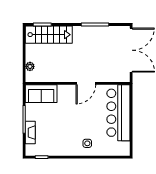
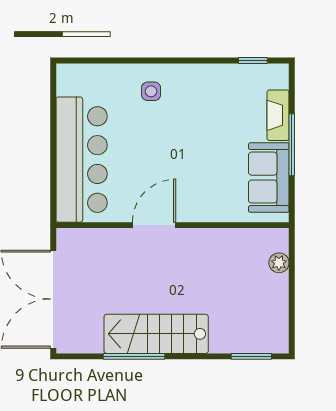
stairs: (49, 35) -> (156, 334), moved
sofa: (41, 94) -> (269, 178), moved, turned -90

